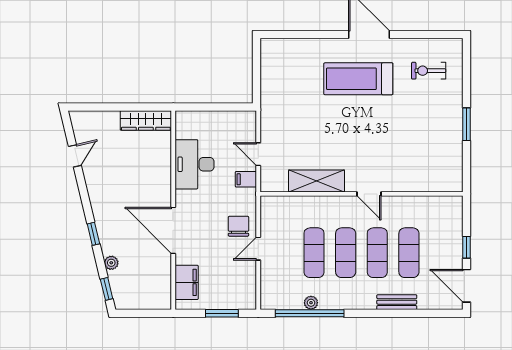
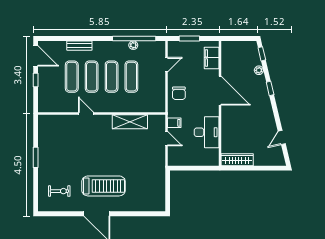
door: (369, 194) -> (86, 114), moved
door: (258, 249) -> (166, 65), moved

